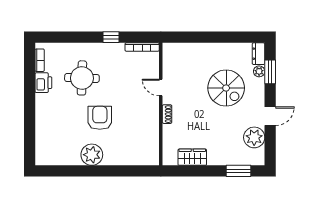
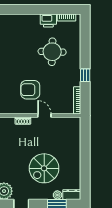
door: (161, 88) -> (44, 116), hinge flipped
armchair: (100, 118) -> (30, 90), moved, turned 180

